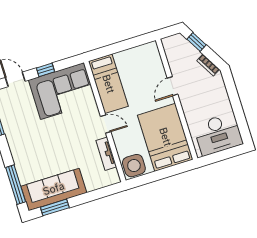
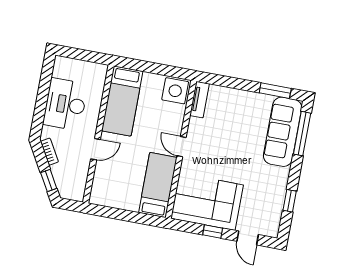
desk: (218, 134) -> (65, 104), moved, turned -90
bed: (165, 137) -> (122, 101), width x0.67
tv unit: (106, 154) -> (200, 100), moved
sofa: (54, 189) -> (283, 132), moved, turned 90

